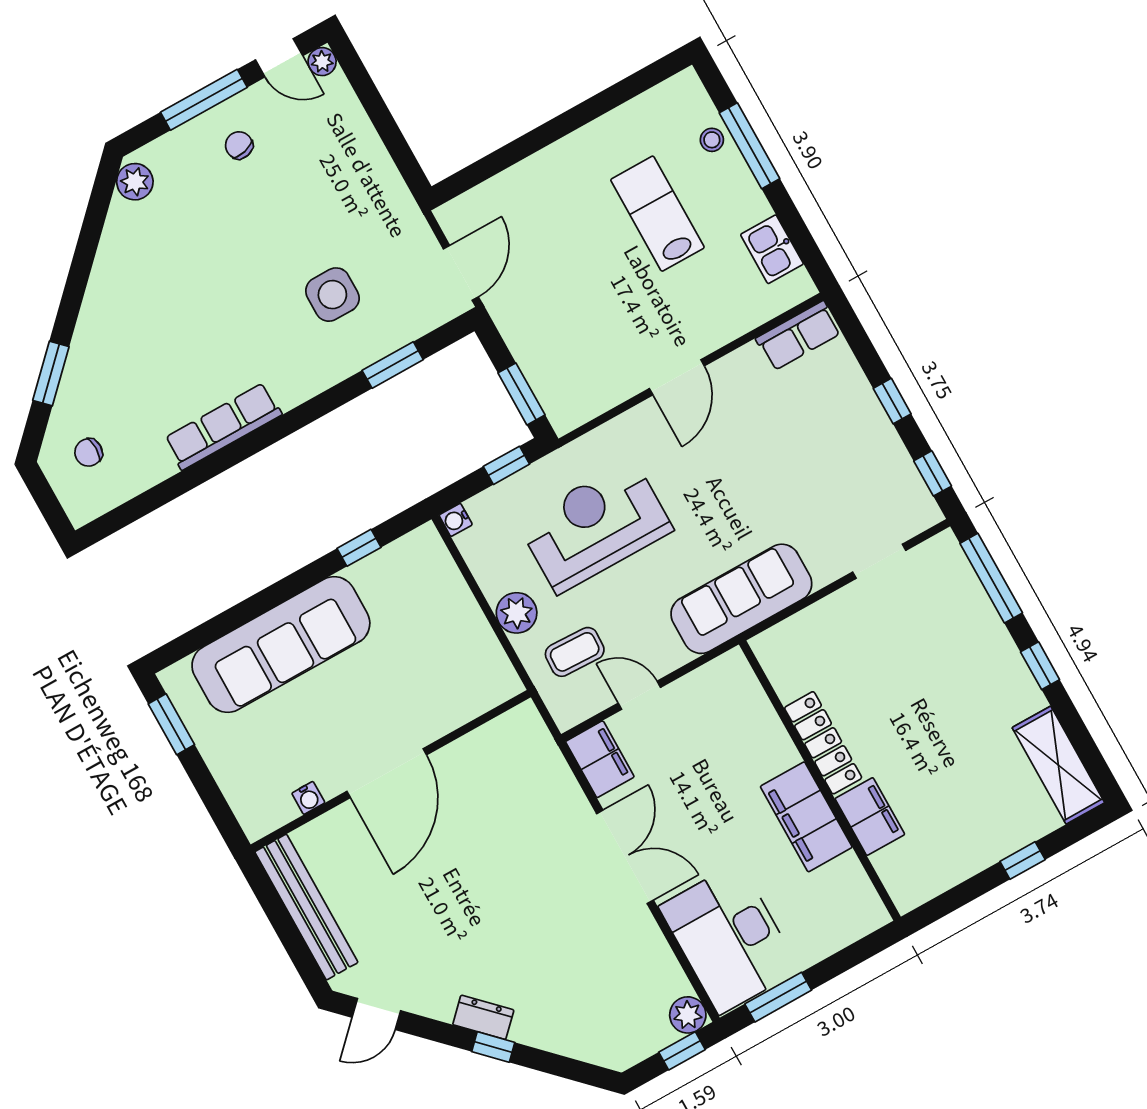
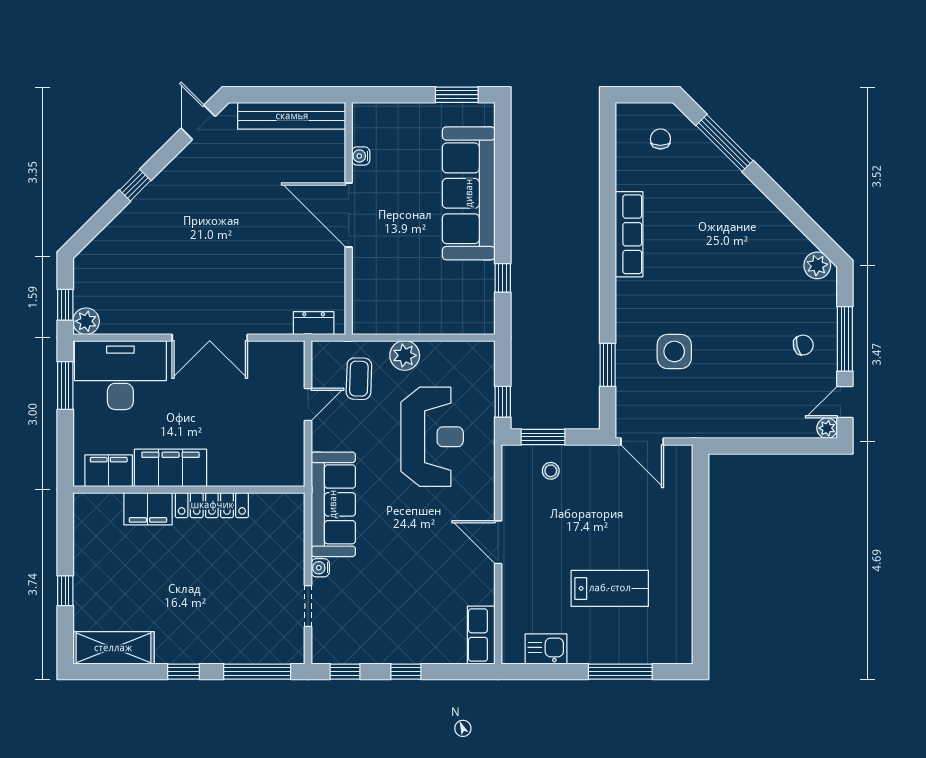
stool: (712, 140) -> (551, 471), moved
window: (51, 373) -> (724, 143), width x1.44
water cooler: (456, 520) -> (320, 568), moved, turned -90
filing cabinet: (600, 759) -> (109, 471), moved, turned 180
dresser: (483, 1017) -> (314, 323), moved, turned -135

